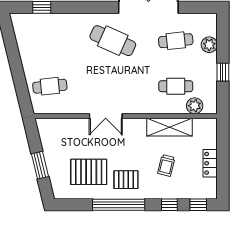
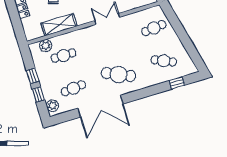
cafe table: (50, 41) -> (164, 61), added
plant: (209, 45) -> (52, 106), moved
window: (223, 46) -> (38, 94), added

